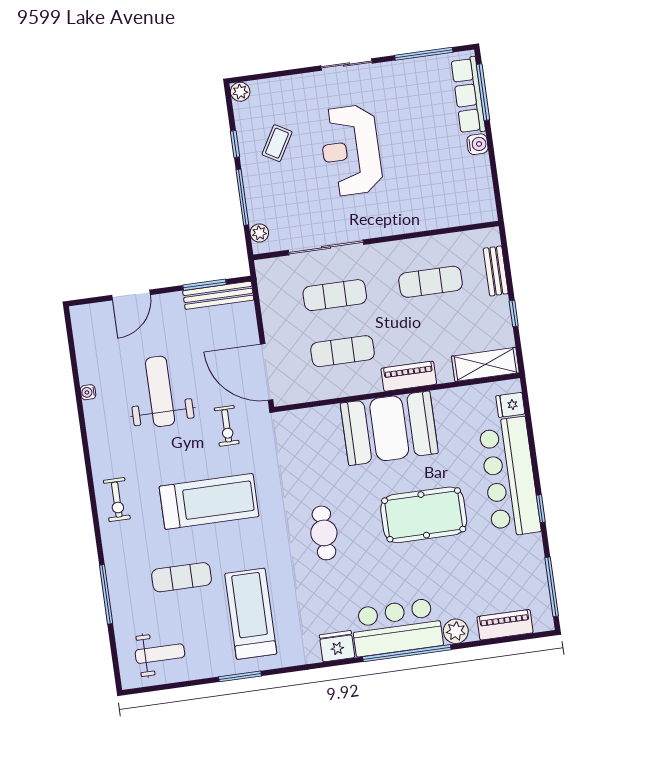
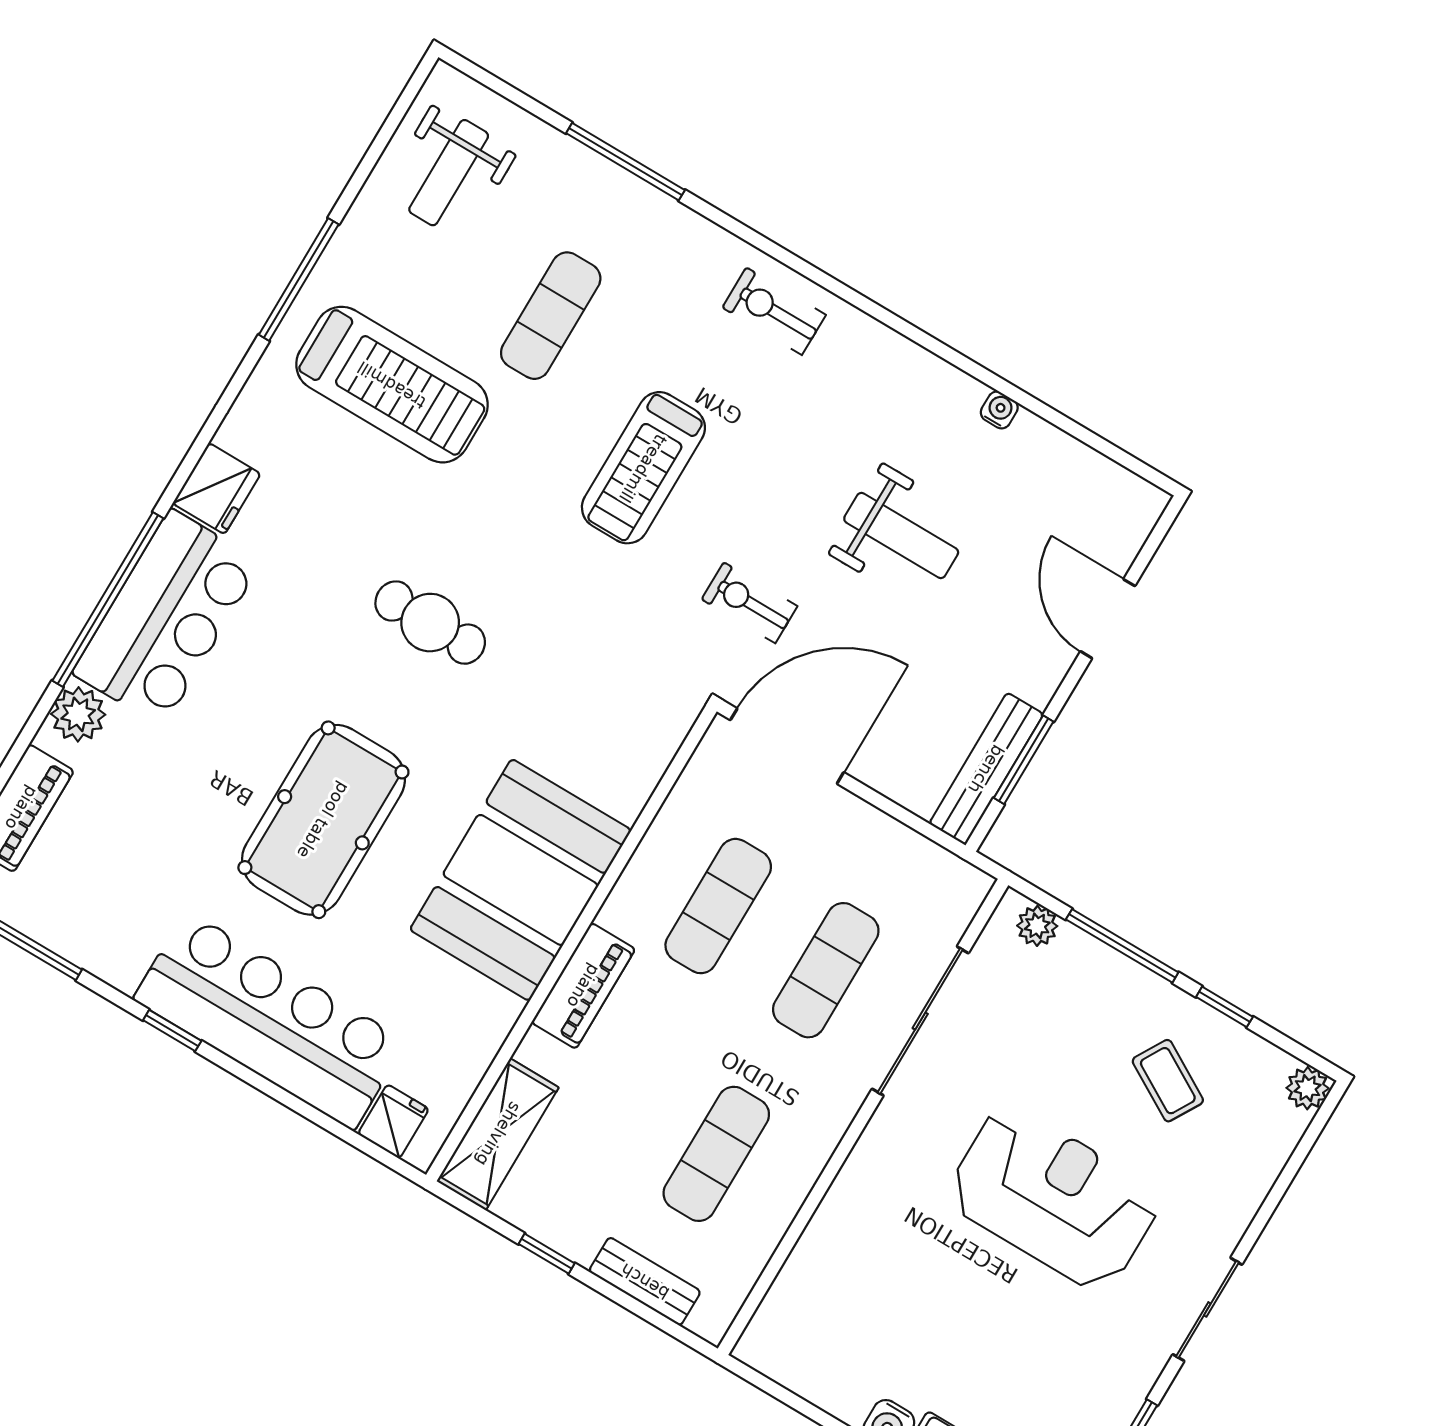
weight bench: (160, 391) -> (901, 536), width x0.73, depth x0.75
treadmill: (209, 501) -> (643, 468), width x0.73, depth x0.73
window: (240, 676) -> (299, 279), width x1.44

